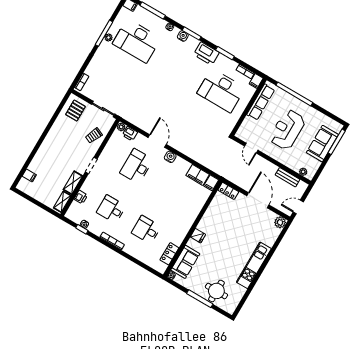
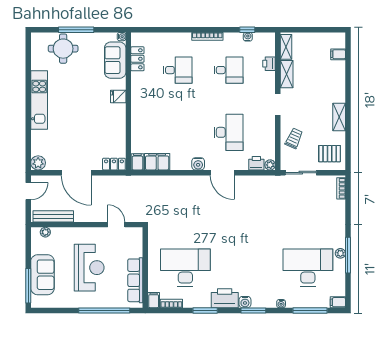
water cooler: (183, 36) -> (245, 302), moved
pallet: (75, 111) -> (330, 154), turned 90
shelving: (54, 132) -> (339, 117), added
bench: (288, 177) -> (53, 216), width x1.36

